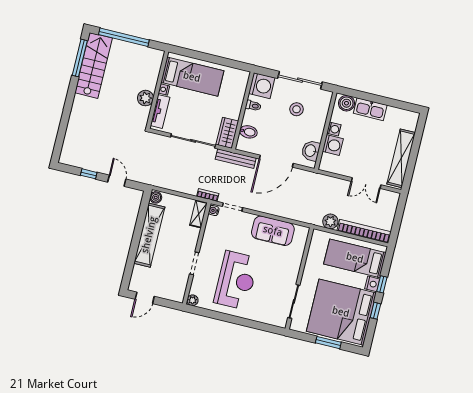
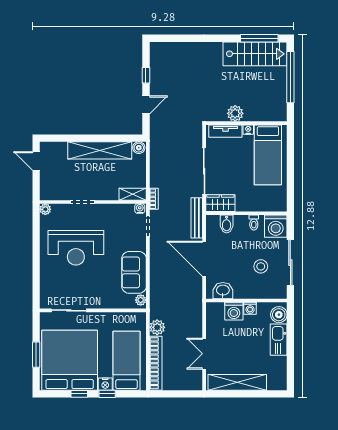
plant: (301, 231) -> (141, 300), added

